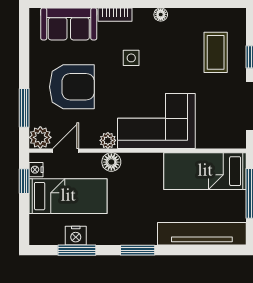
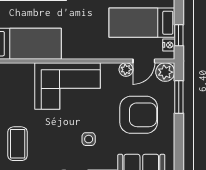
armchair: (72, 87) -> (139, 115), turned 180
plant: (108, 140) -> (126, 70), moved
floor lamp: (111, 162) -> (105, 51), removed

